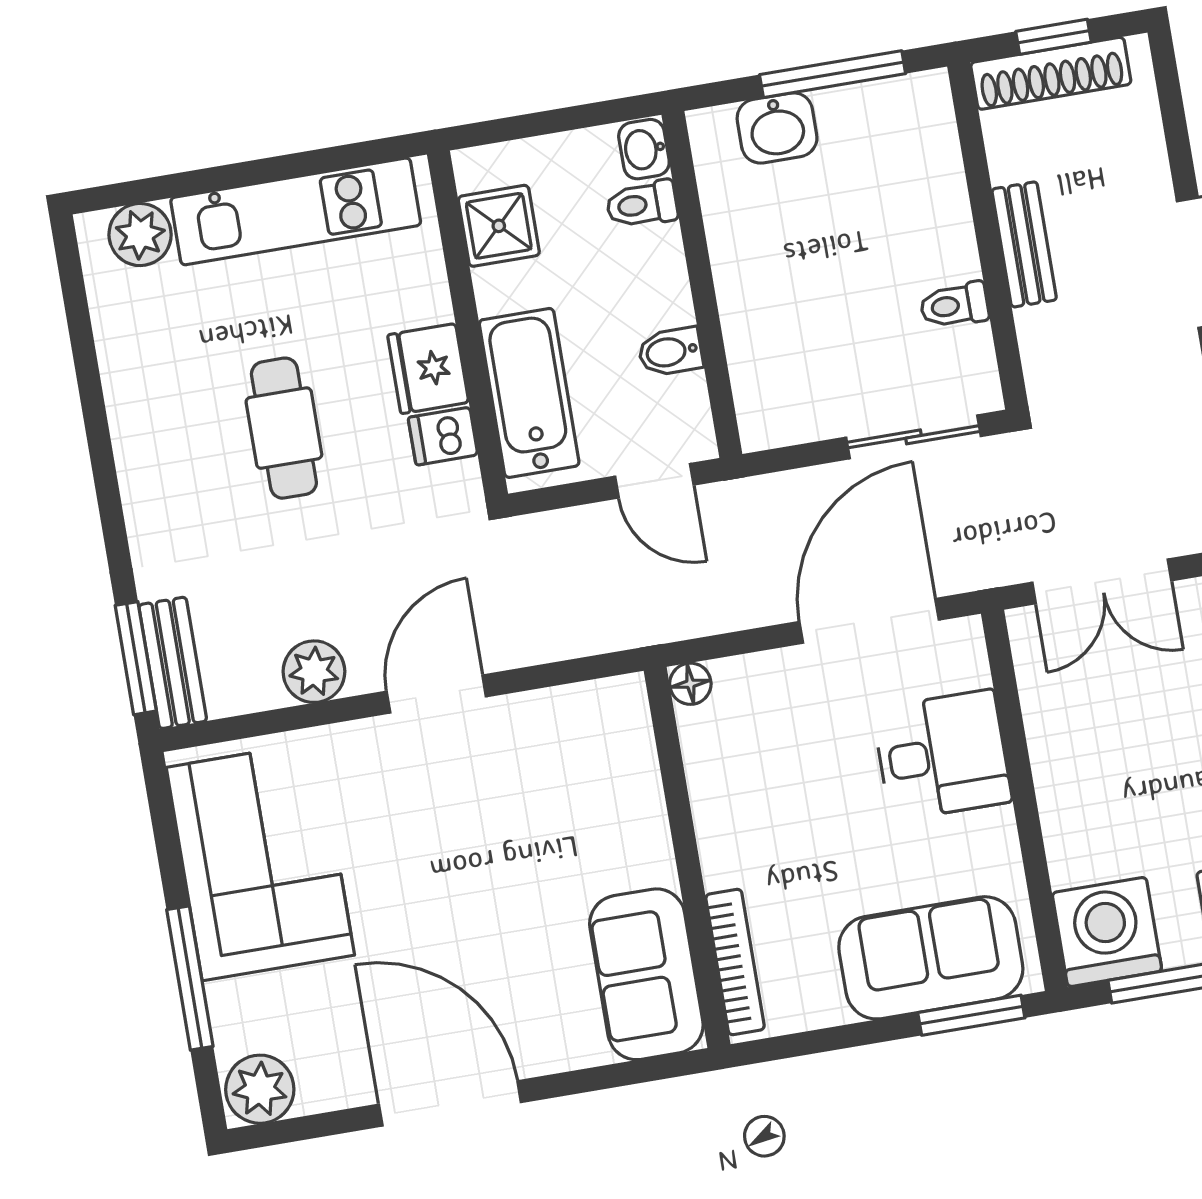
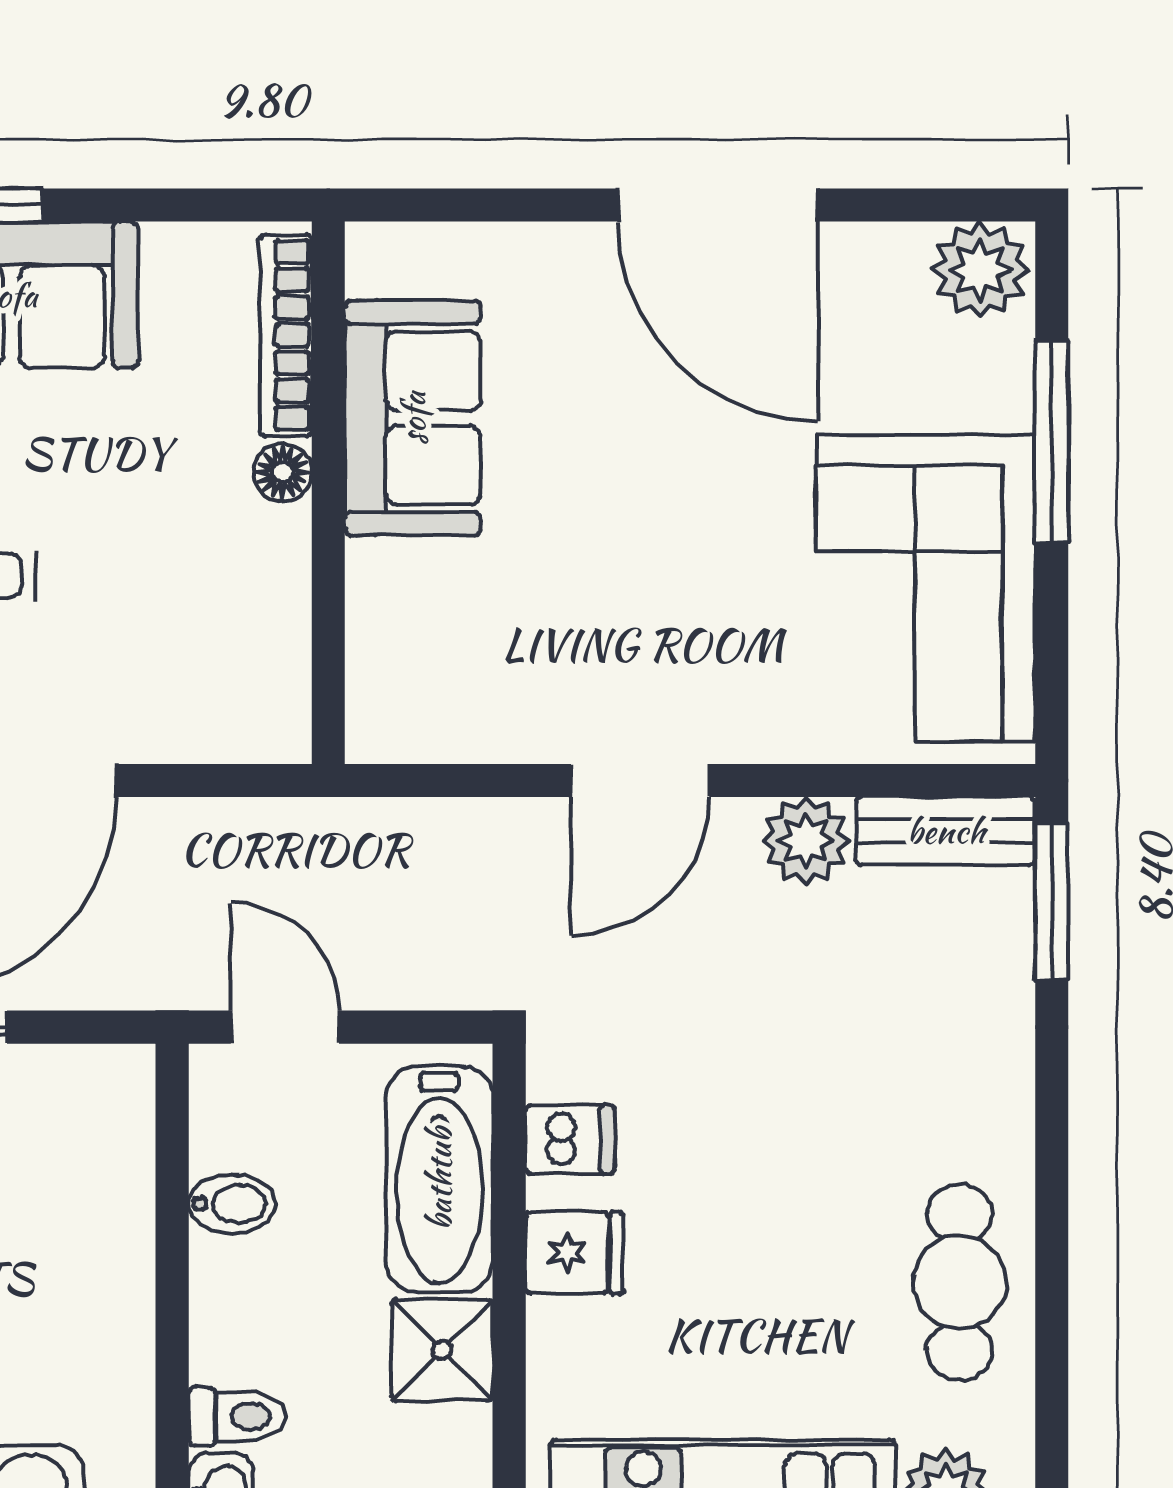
shower: (499, 226) -> (442, 1350), moved
fridge: (428, 369) -> (575, 1253), width x0.72
cafe table: (284, 428) -> (960, 1282), moved
bench: (173, 663) -> (946, 831), moved, turned 90
floor lamp: (690, 684) -> (283, 472), moved
sofa: (646, 974) -> (413, 418), moved

